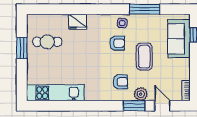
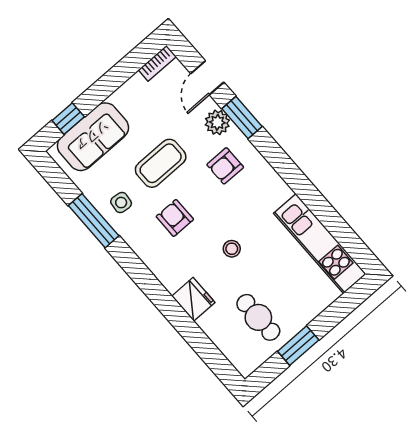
side table: (122, 23) -> (121, 203), moved
stool: (84, 55) -> (232, 249), added
armchair: (120, 82) -> (225, 166), turned -90

